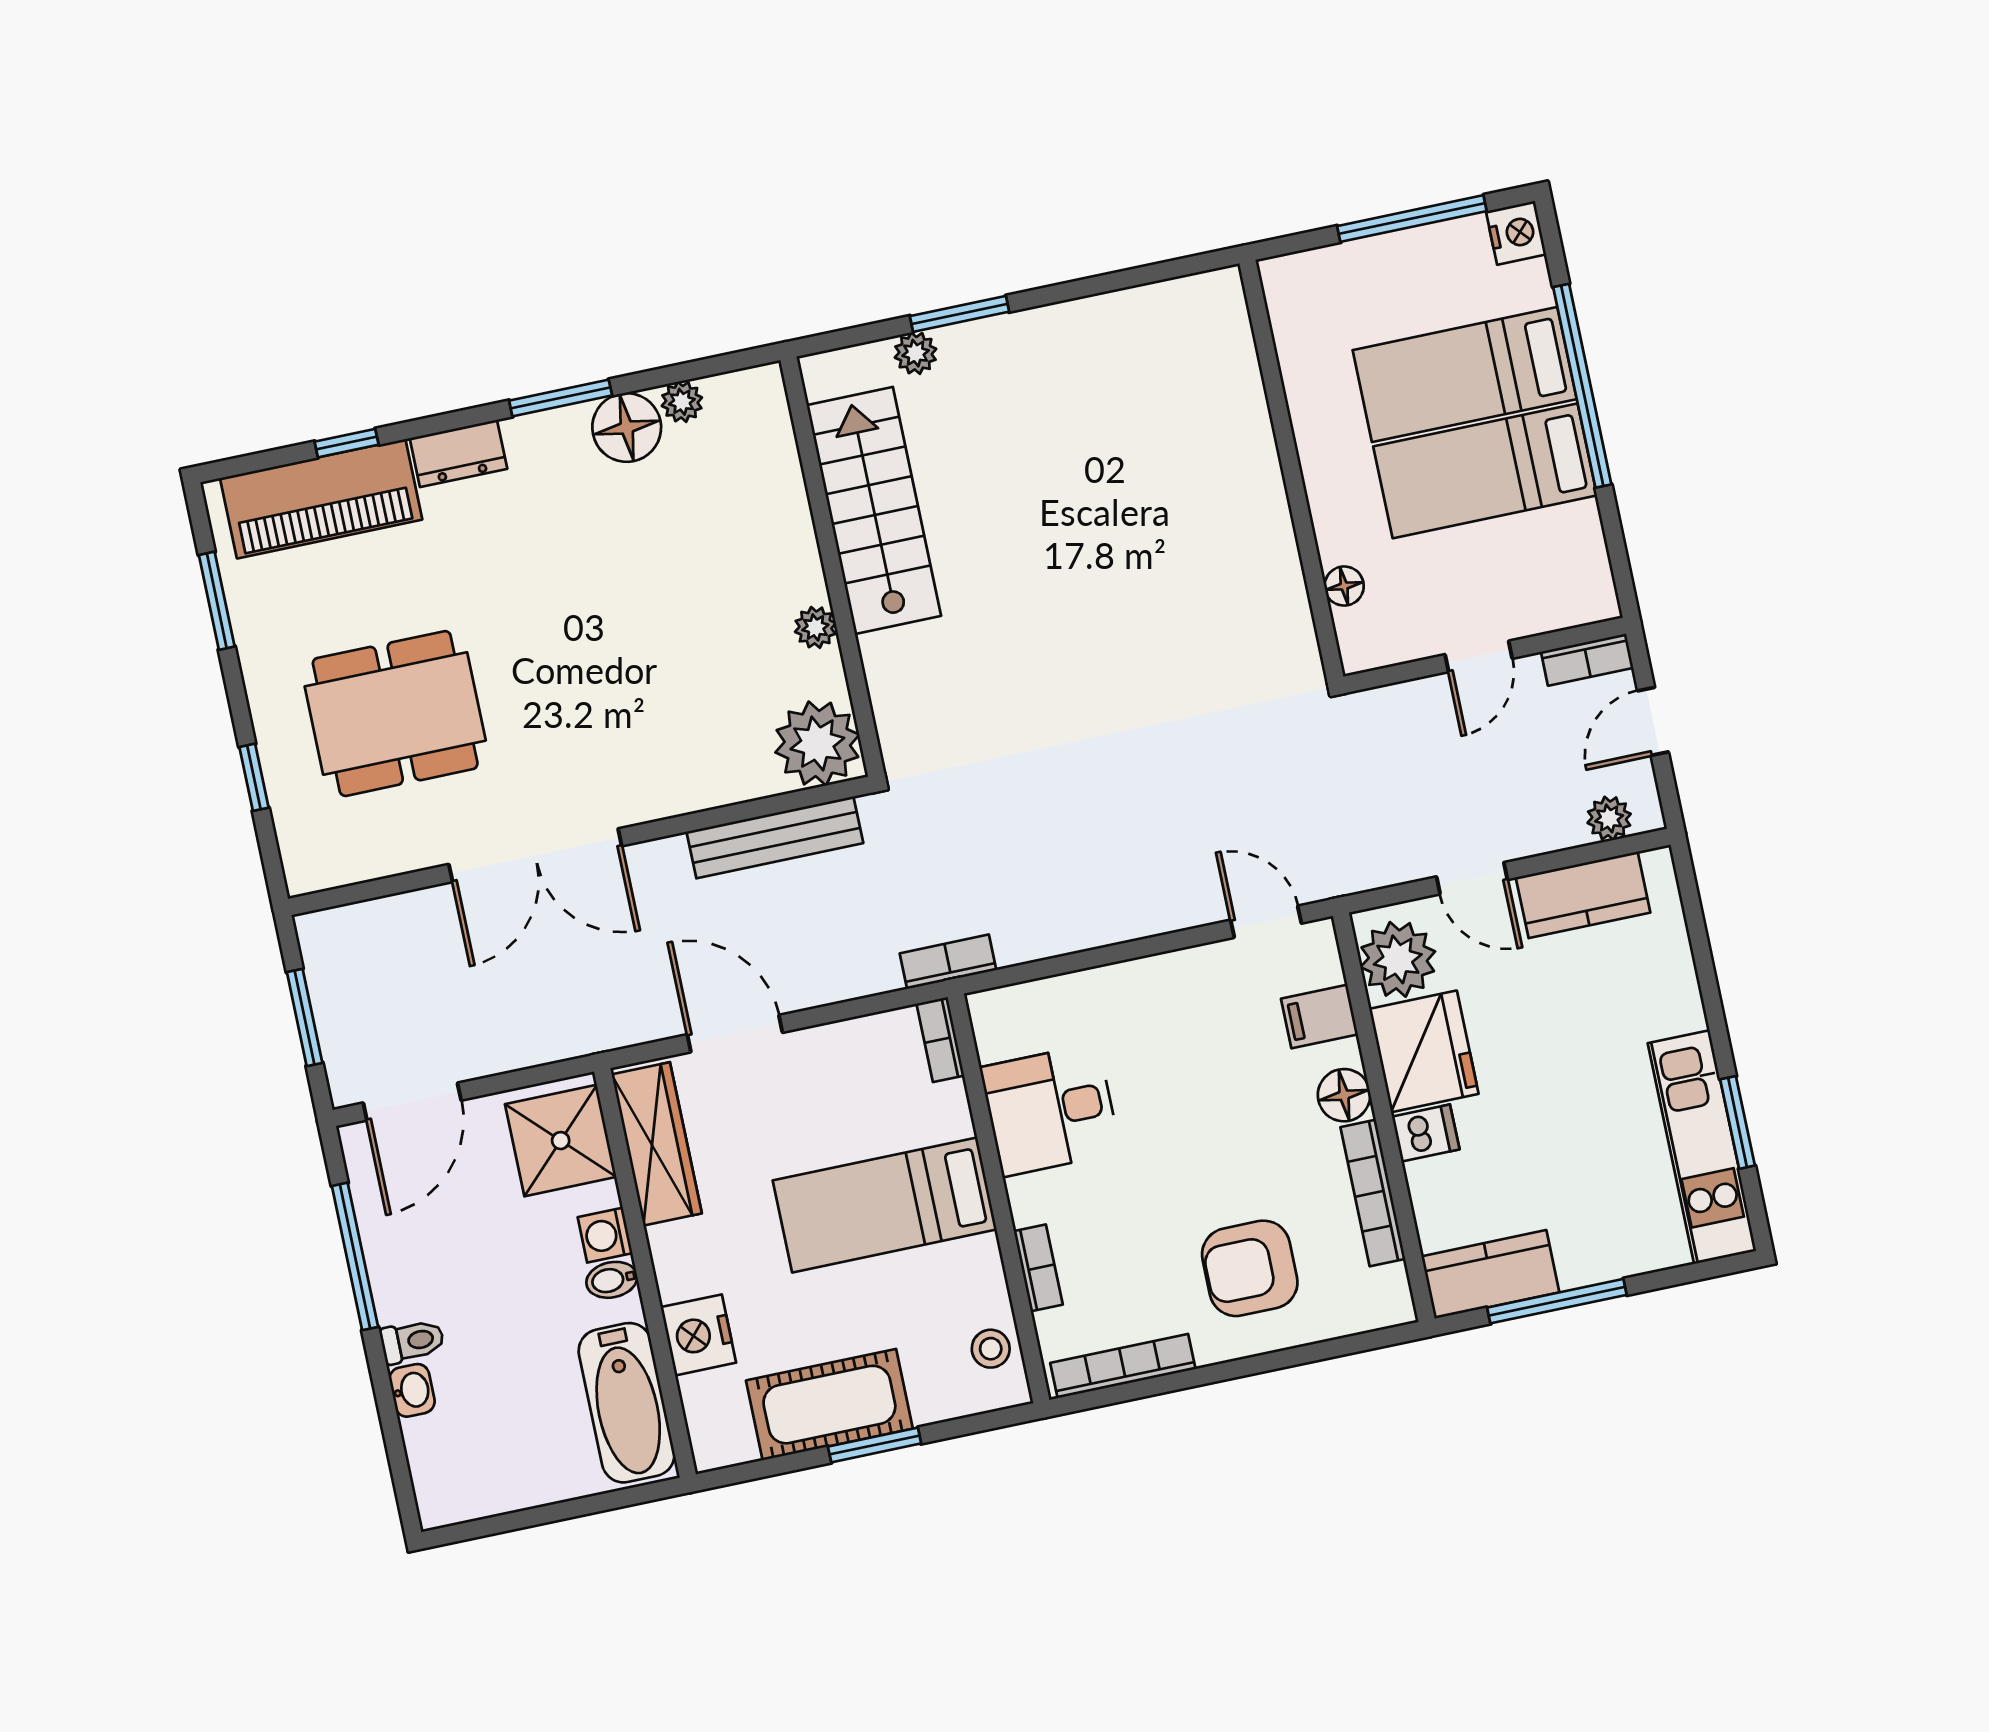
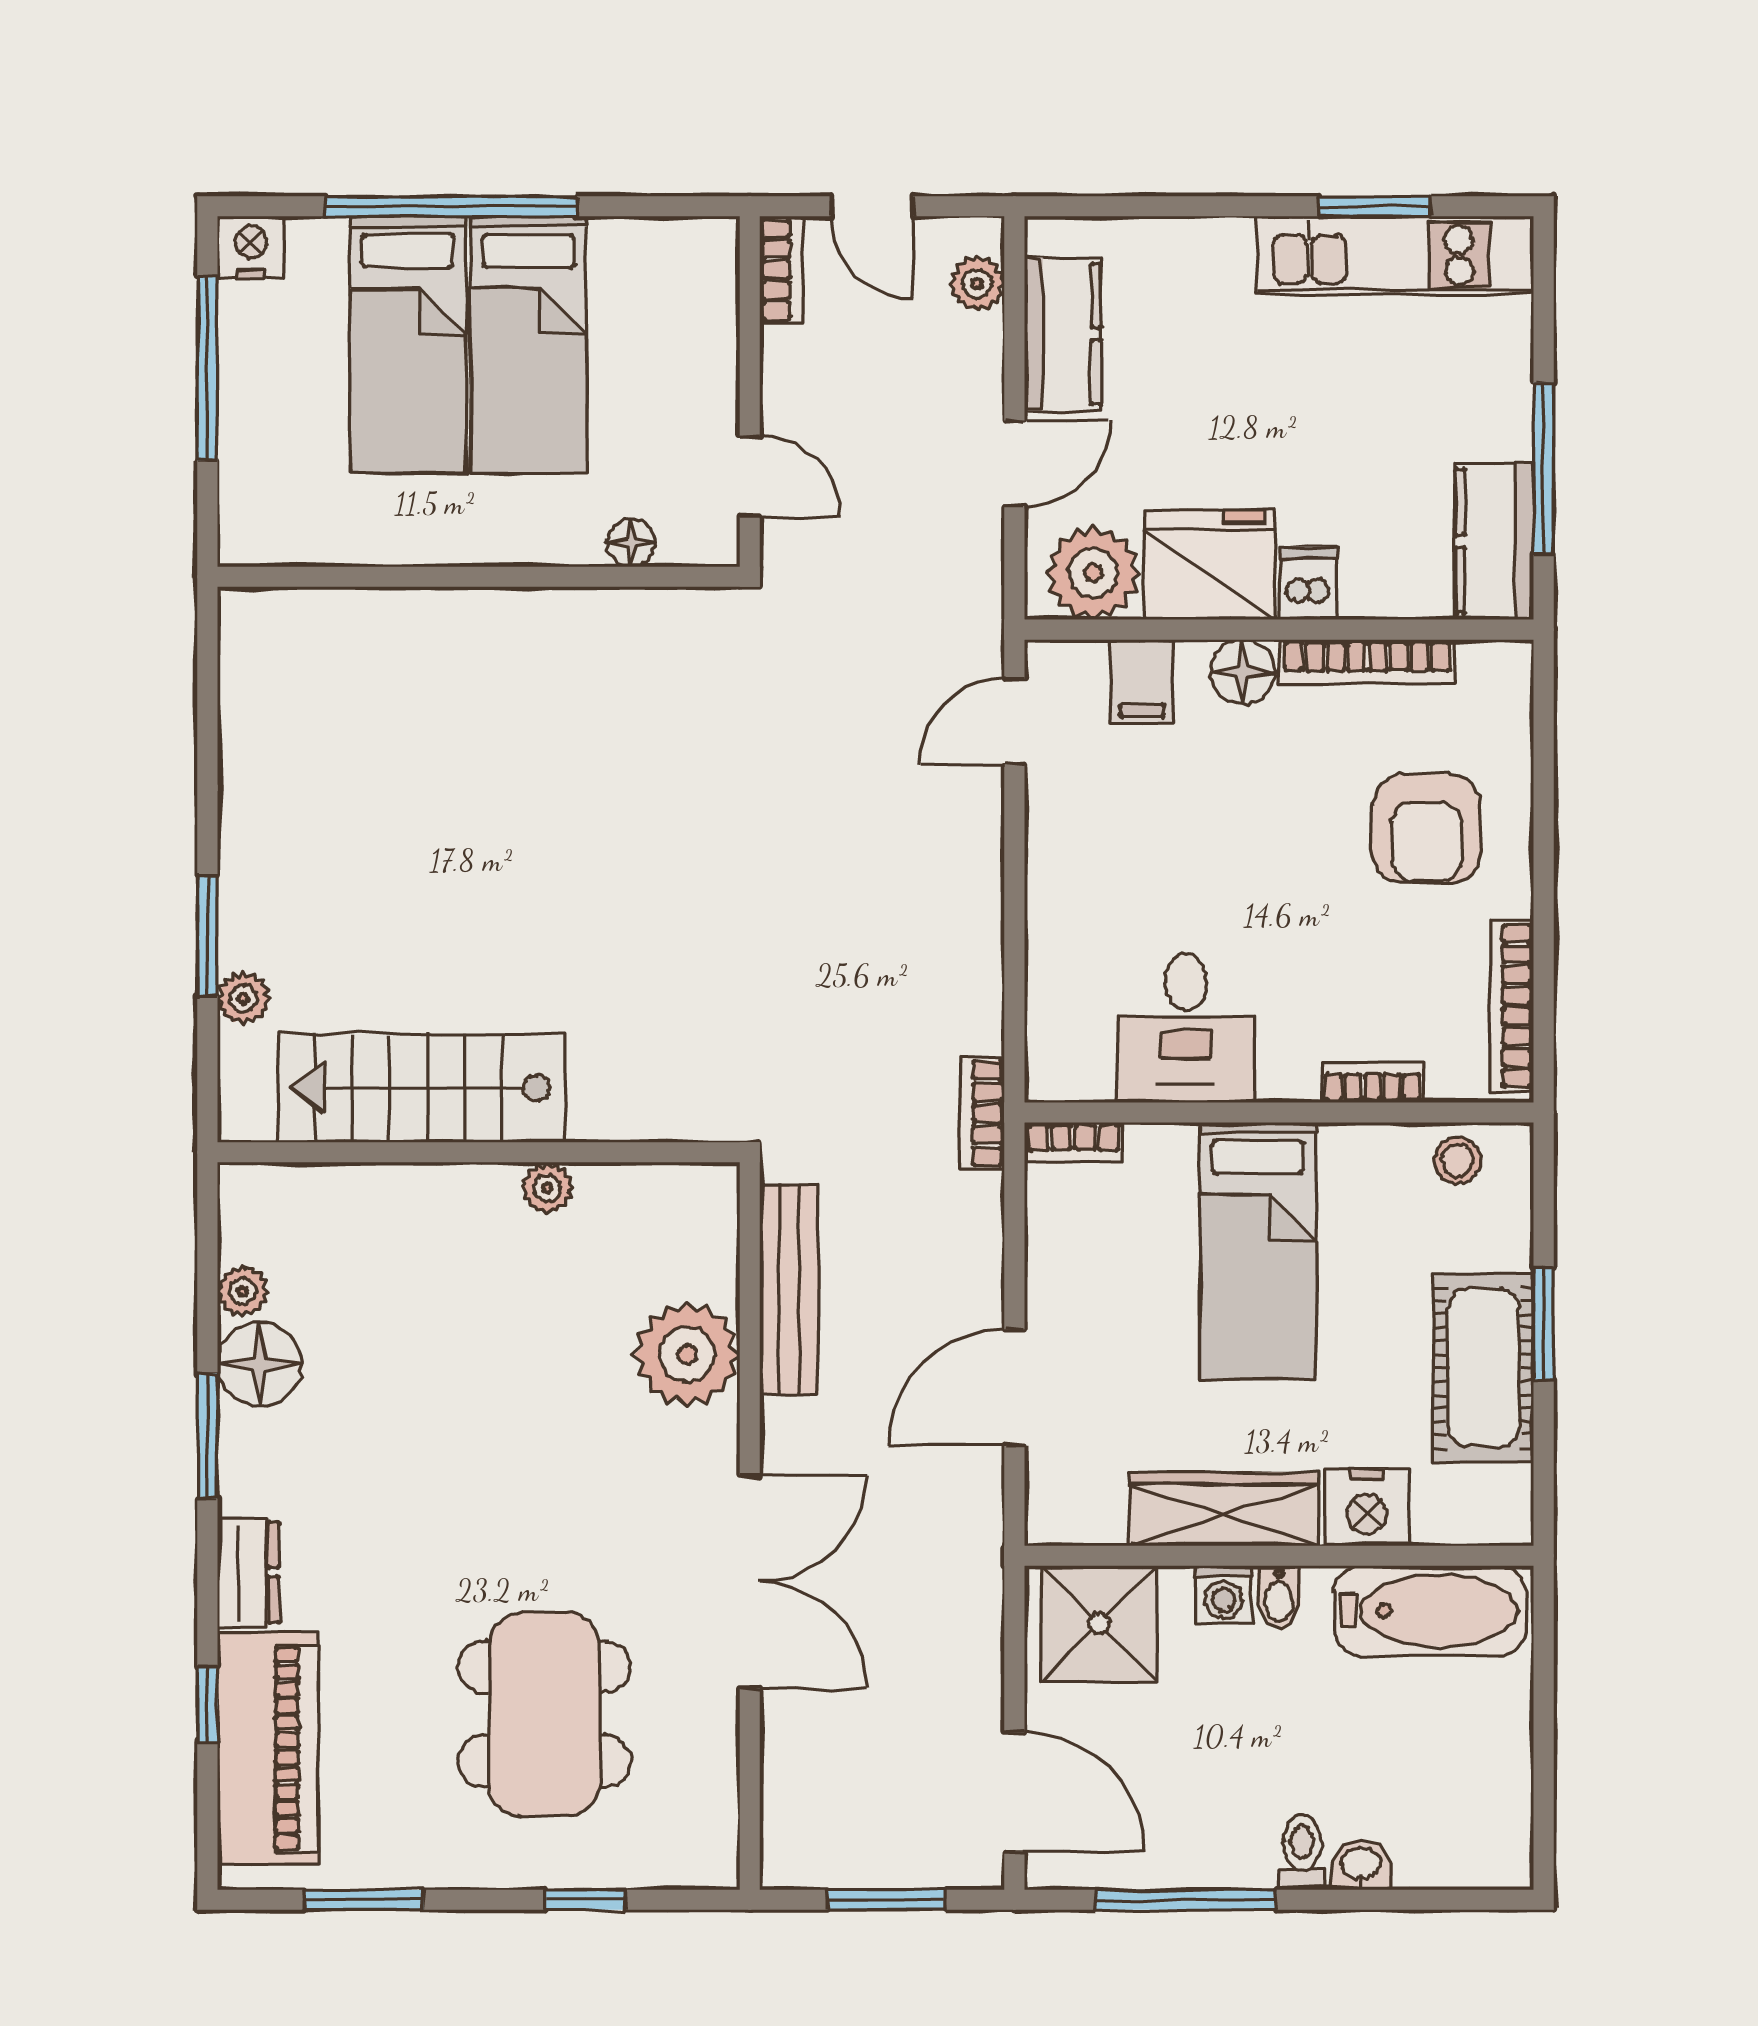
door: (1479, 656) -> (750, 476), moved
plant: (817, 744) -> (687, 1354), moved
wardrobe: (657, 1144) -> (1224, 1509), moved

